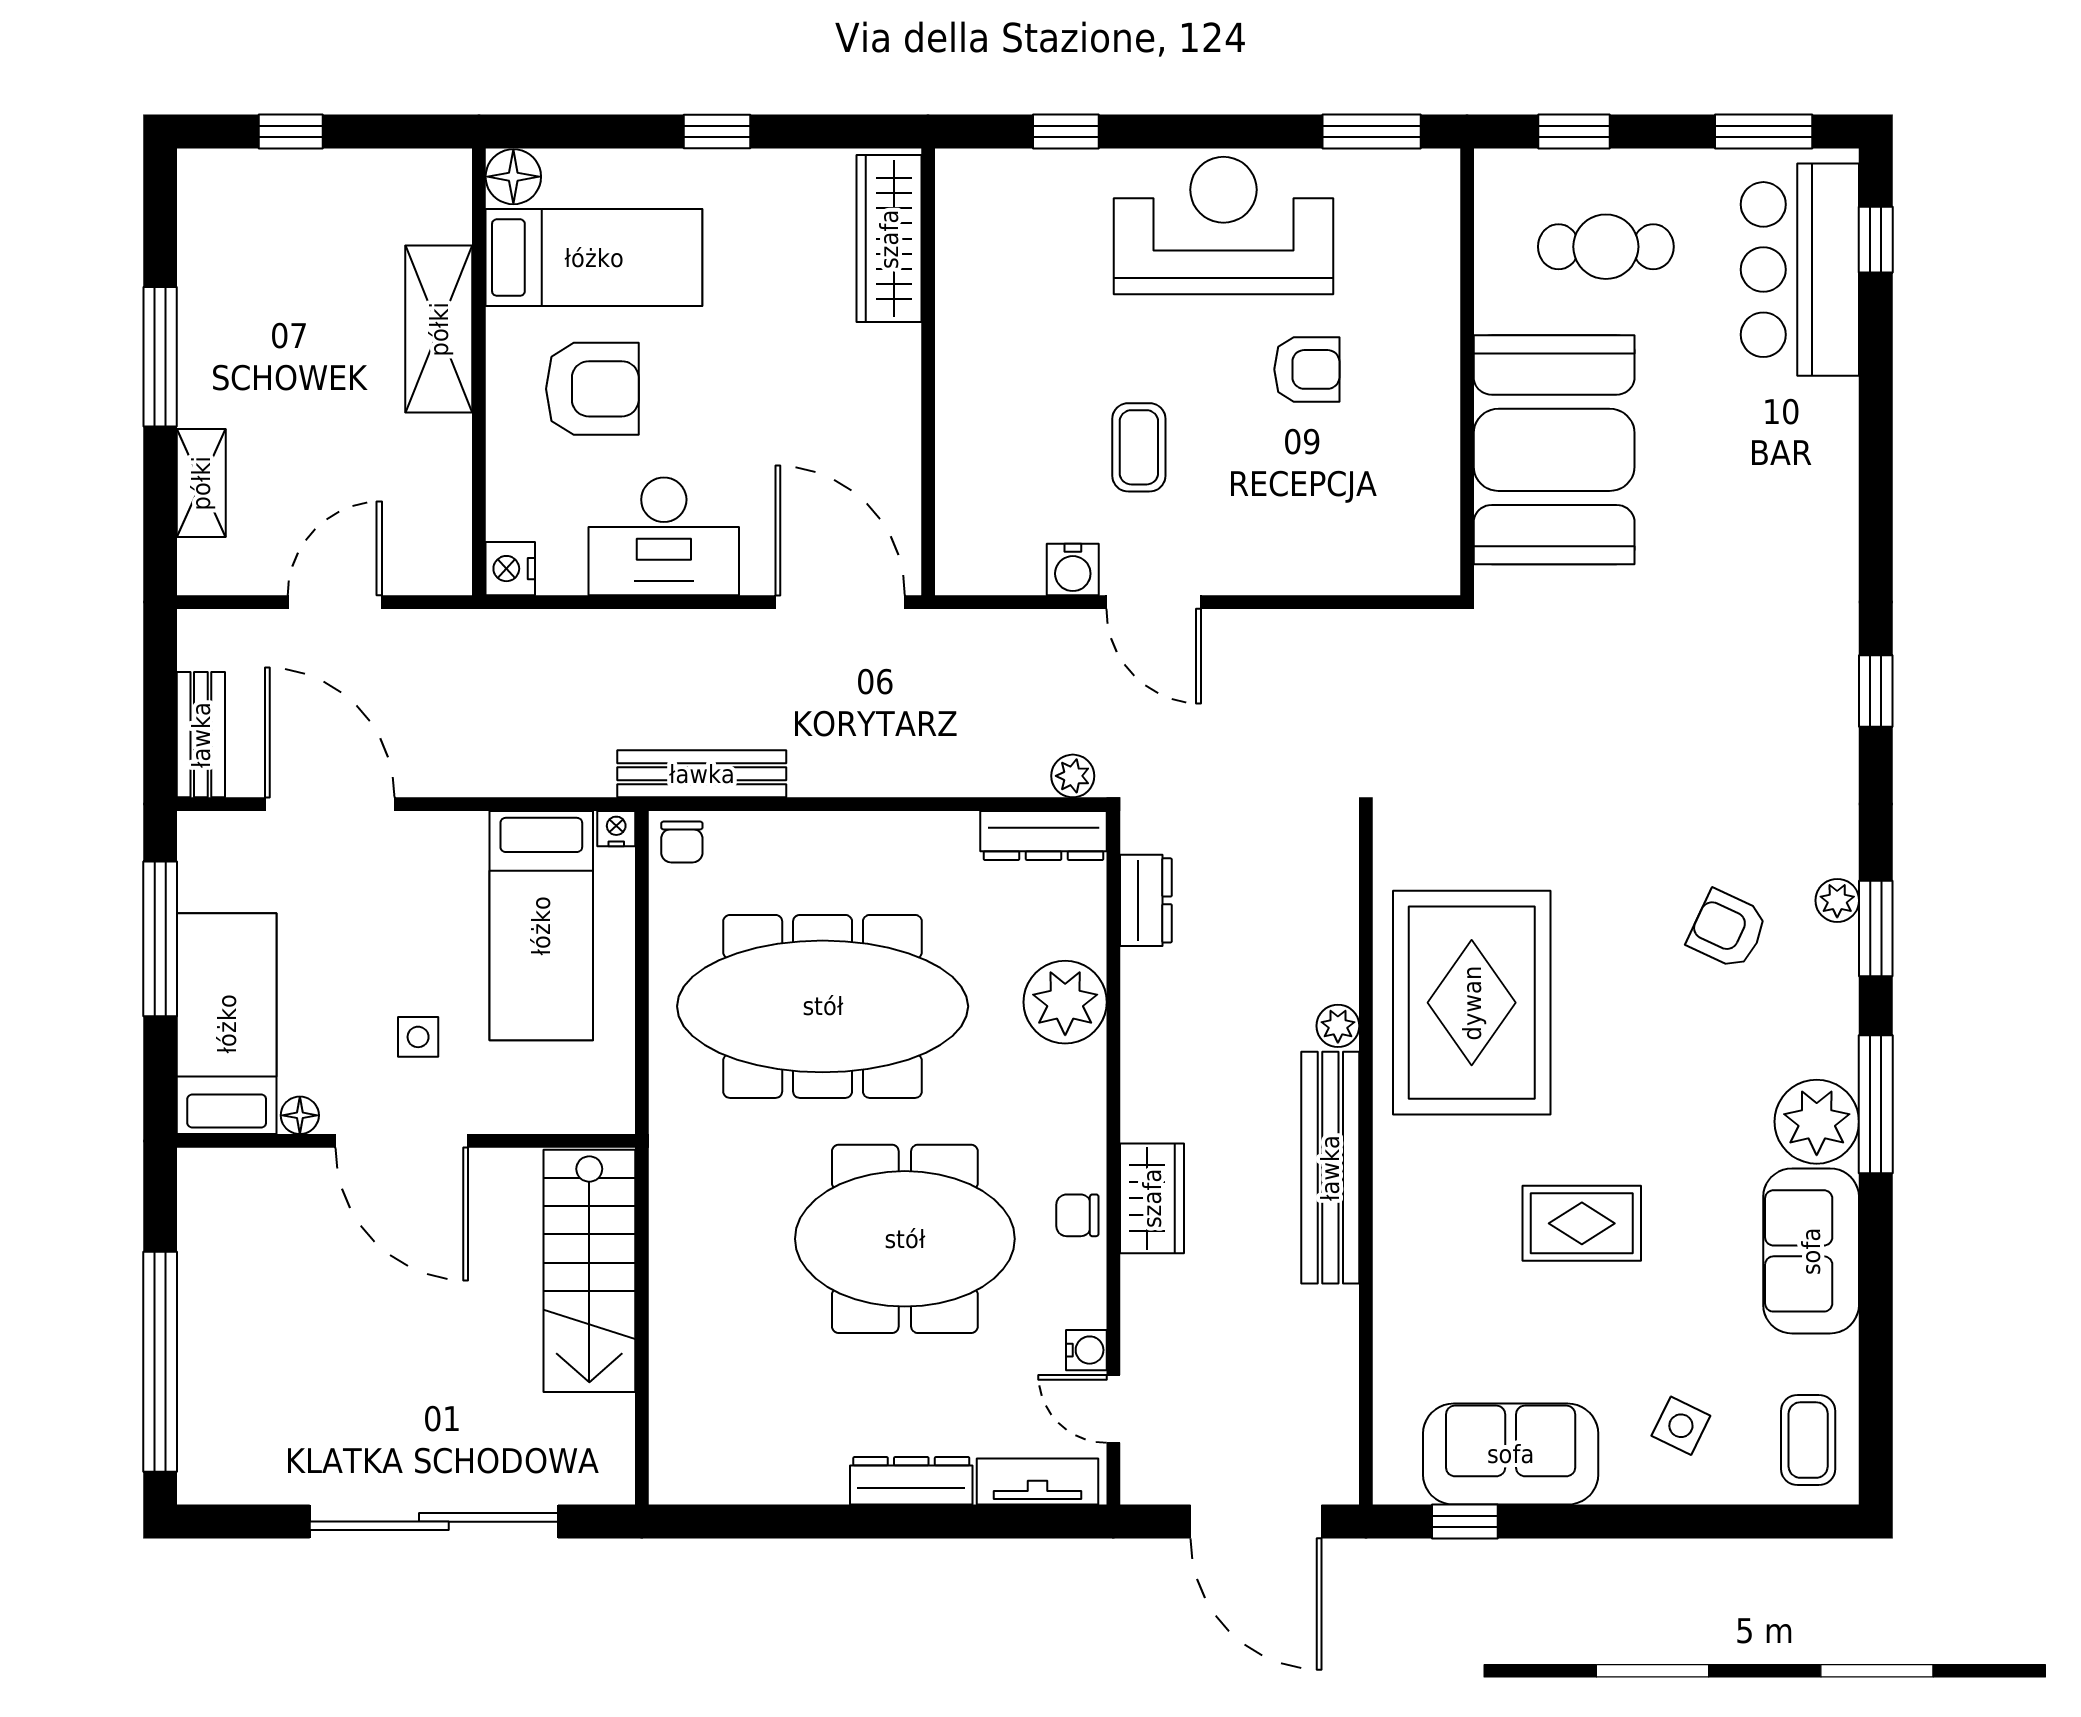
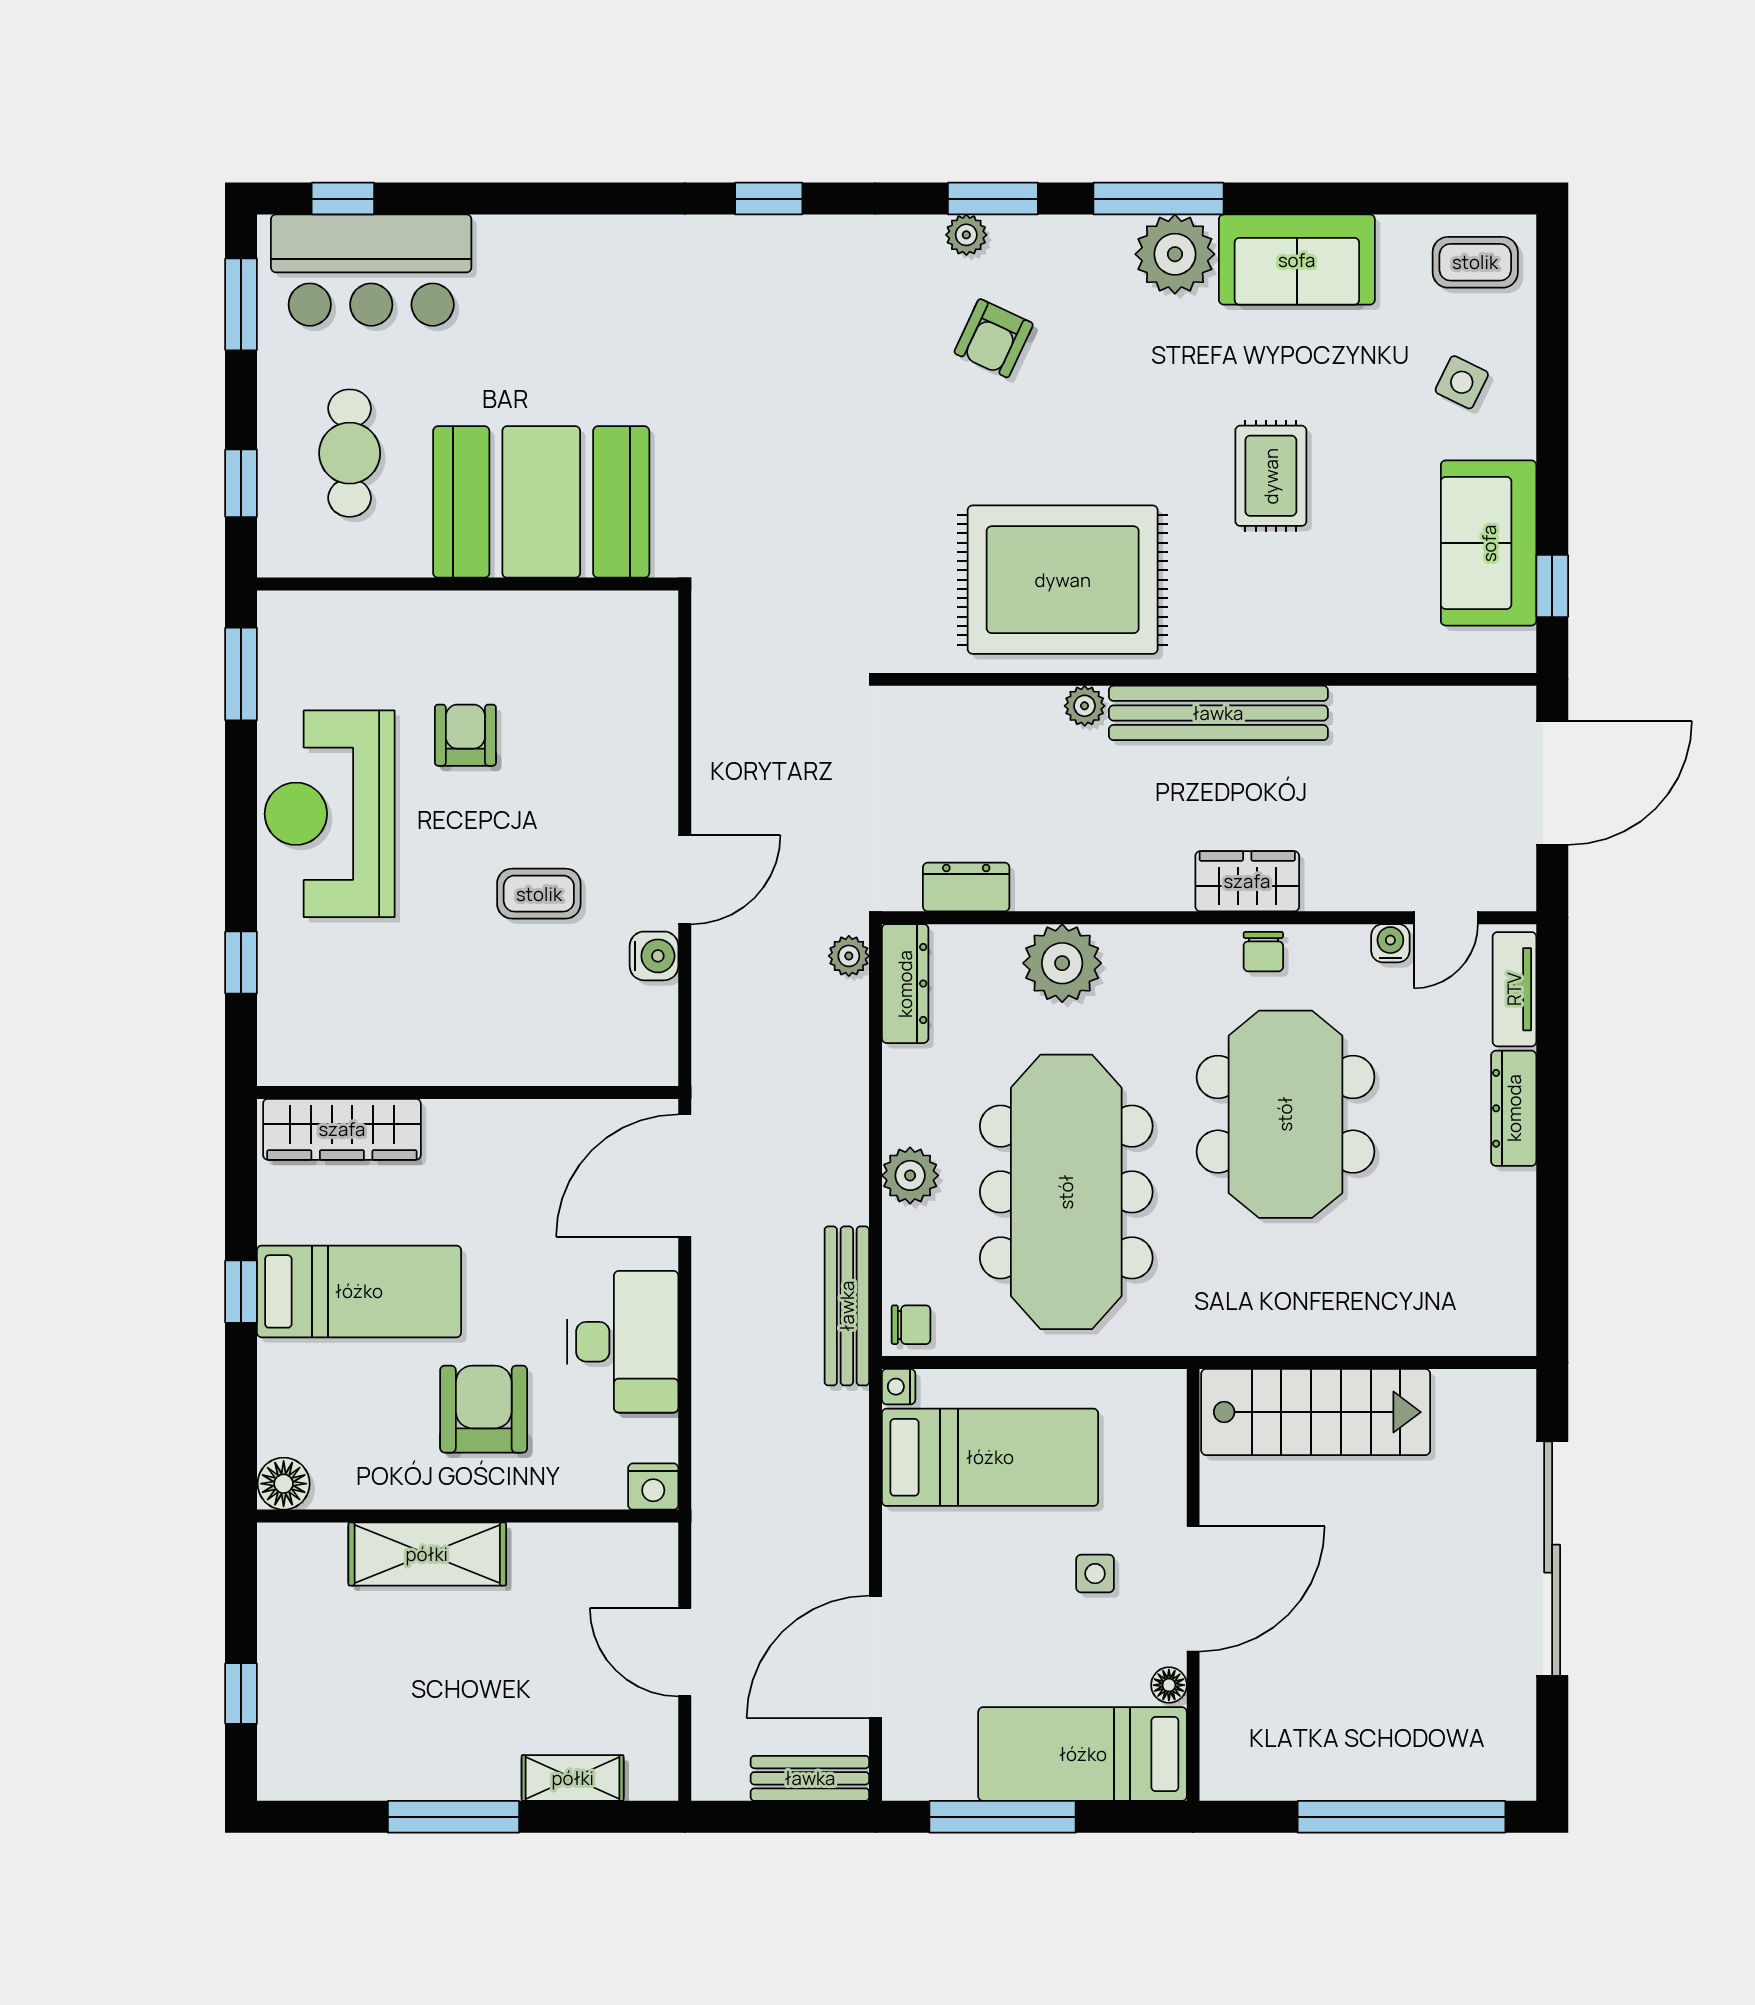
bed: (594, 258) -> (359, 1291), moved, turned 90
plant: (840, 841) -> (910, 1175), added

